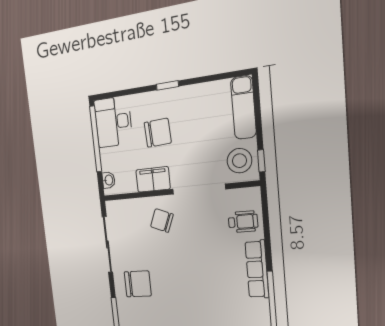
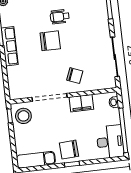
exam couch: (243, 108) -> (36, 160), moved, turned -90
chair: (158, 133) -> (69, 150), moved
wheelchair: (243, 222) -> (60, 17), moved
chair: (138, 284) -> (50, 41), moved, turned 180

